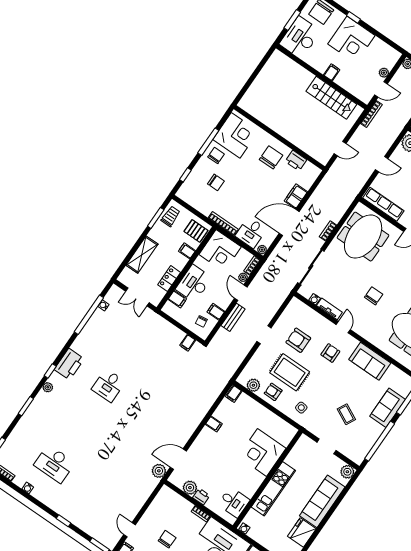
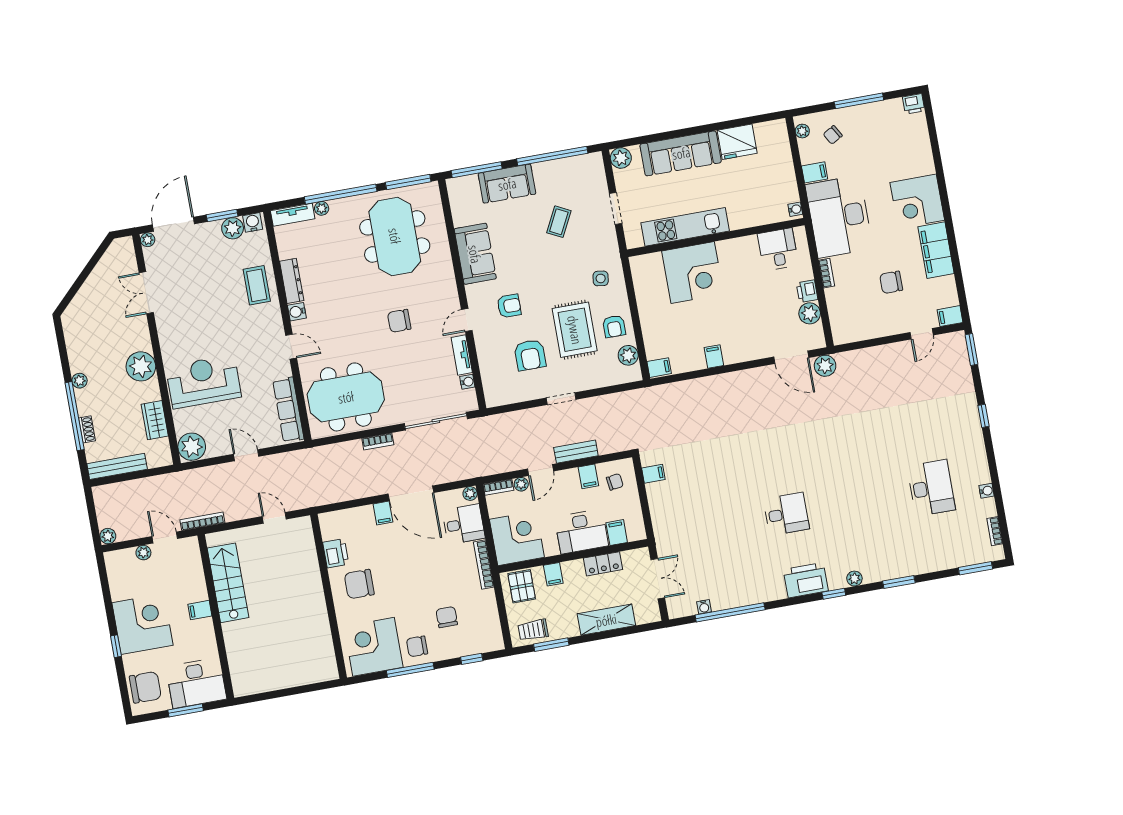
filing cabinet: (296, 196) -> (383, 513), width x0.50
armchair: (330, 353) -> (509, 306), turned 180
kitchen unit: (273, 489) -> (685, 227), moved

